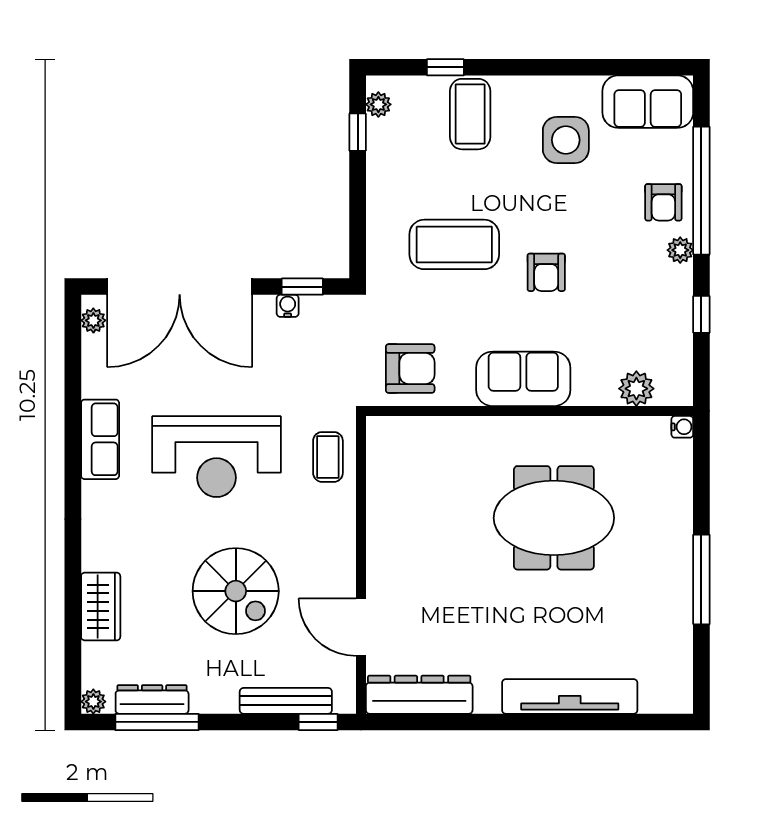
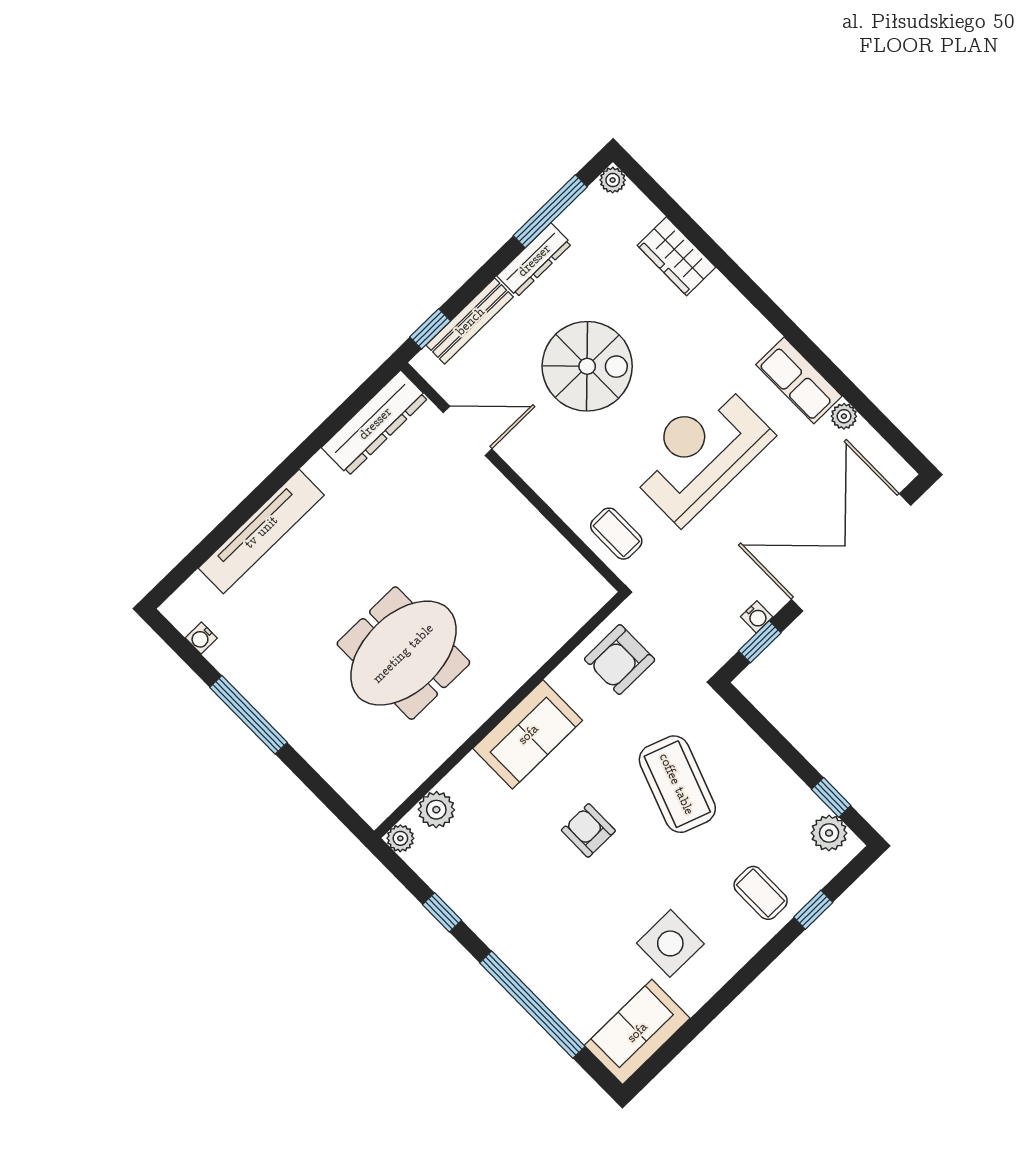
plant: (378, 104) -> (829, 833), width x1.38, depth x1.38
coffee table: (470, 114) -> (761, 893), width x0.73, depth x0.77
armchair: (663, 202) -> (552, 968), removed
coffee table: (454, 244) -> (677, 784), turned -70
plant: (680, 250) -> (400, 838), moved
plant: (93, 320) -> (844, 416), moved
water cooler: (682, 427) -> (201, 638), moved
spiral stairs: (236, 591) -> (587, 366), turned 180
dresser: (152, 699) -> (534, 260), moved

